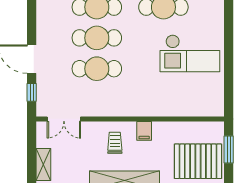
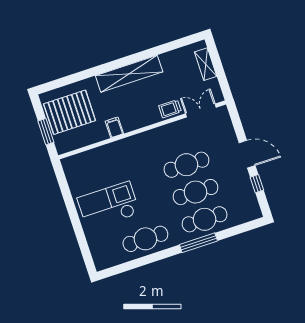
window: (32, 92) -> (257, 184), moved
filing cabinet: (144, 131) -> (114, 127), moved
trolley: (115, 143) -> (170, 109), moved, turned 90

